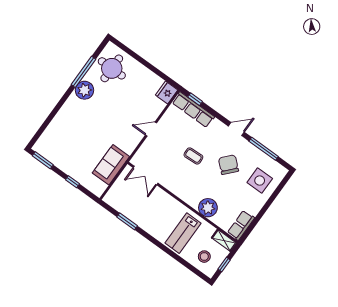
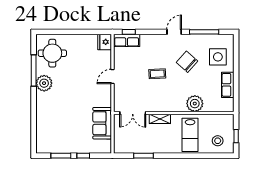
row of seats: (193, 110) -> (127, 40), width x0.68
window: (43, 160) -> (61, 156), moved
row of seats: (241, 225) -> (228, 85), moved
shelving: (224, 240) -> (160, 119), moved

